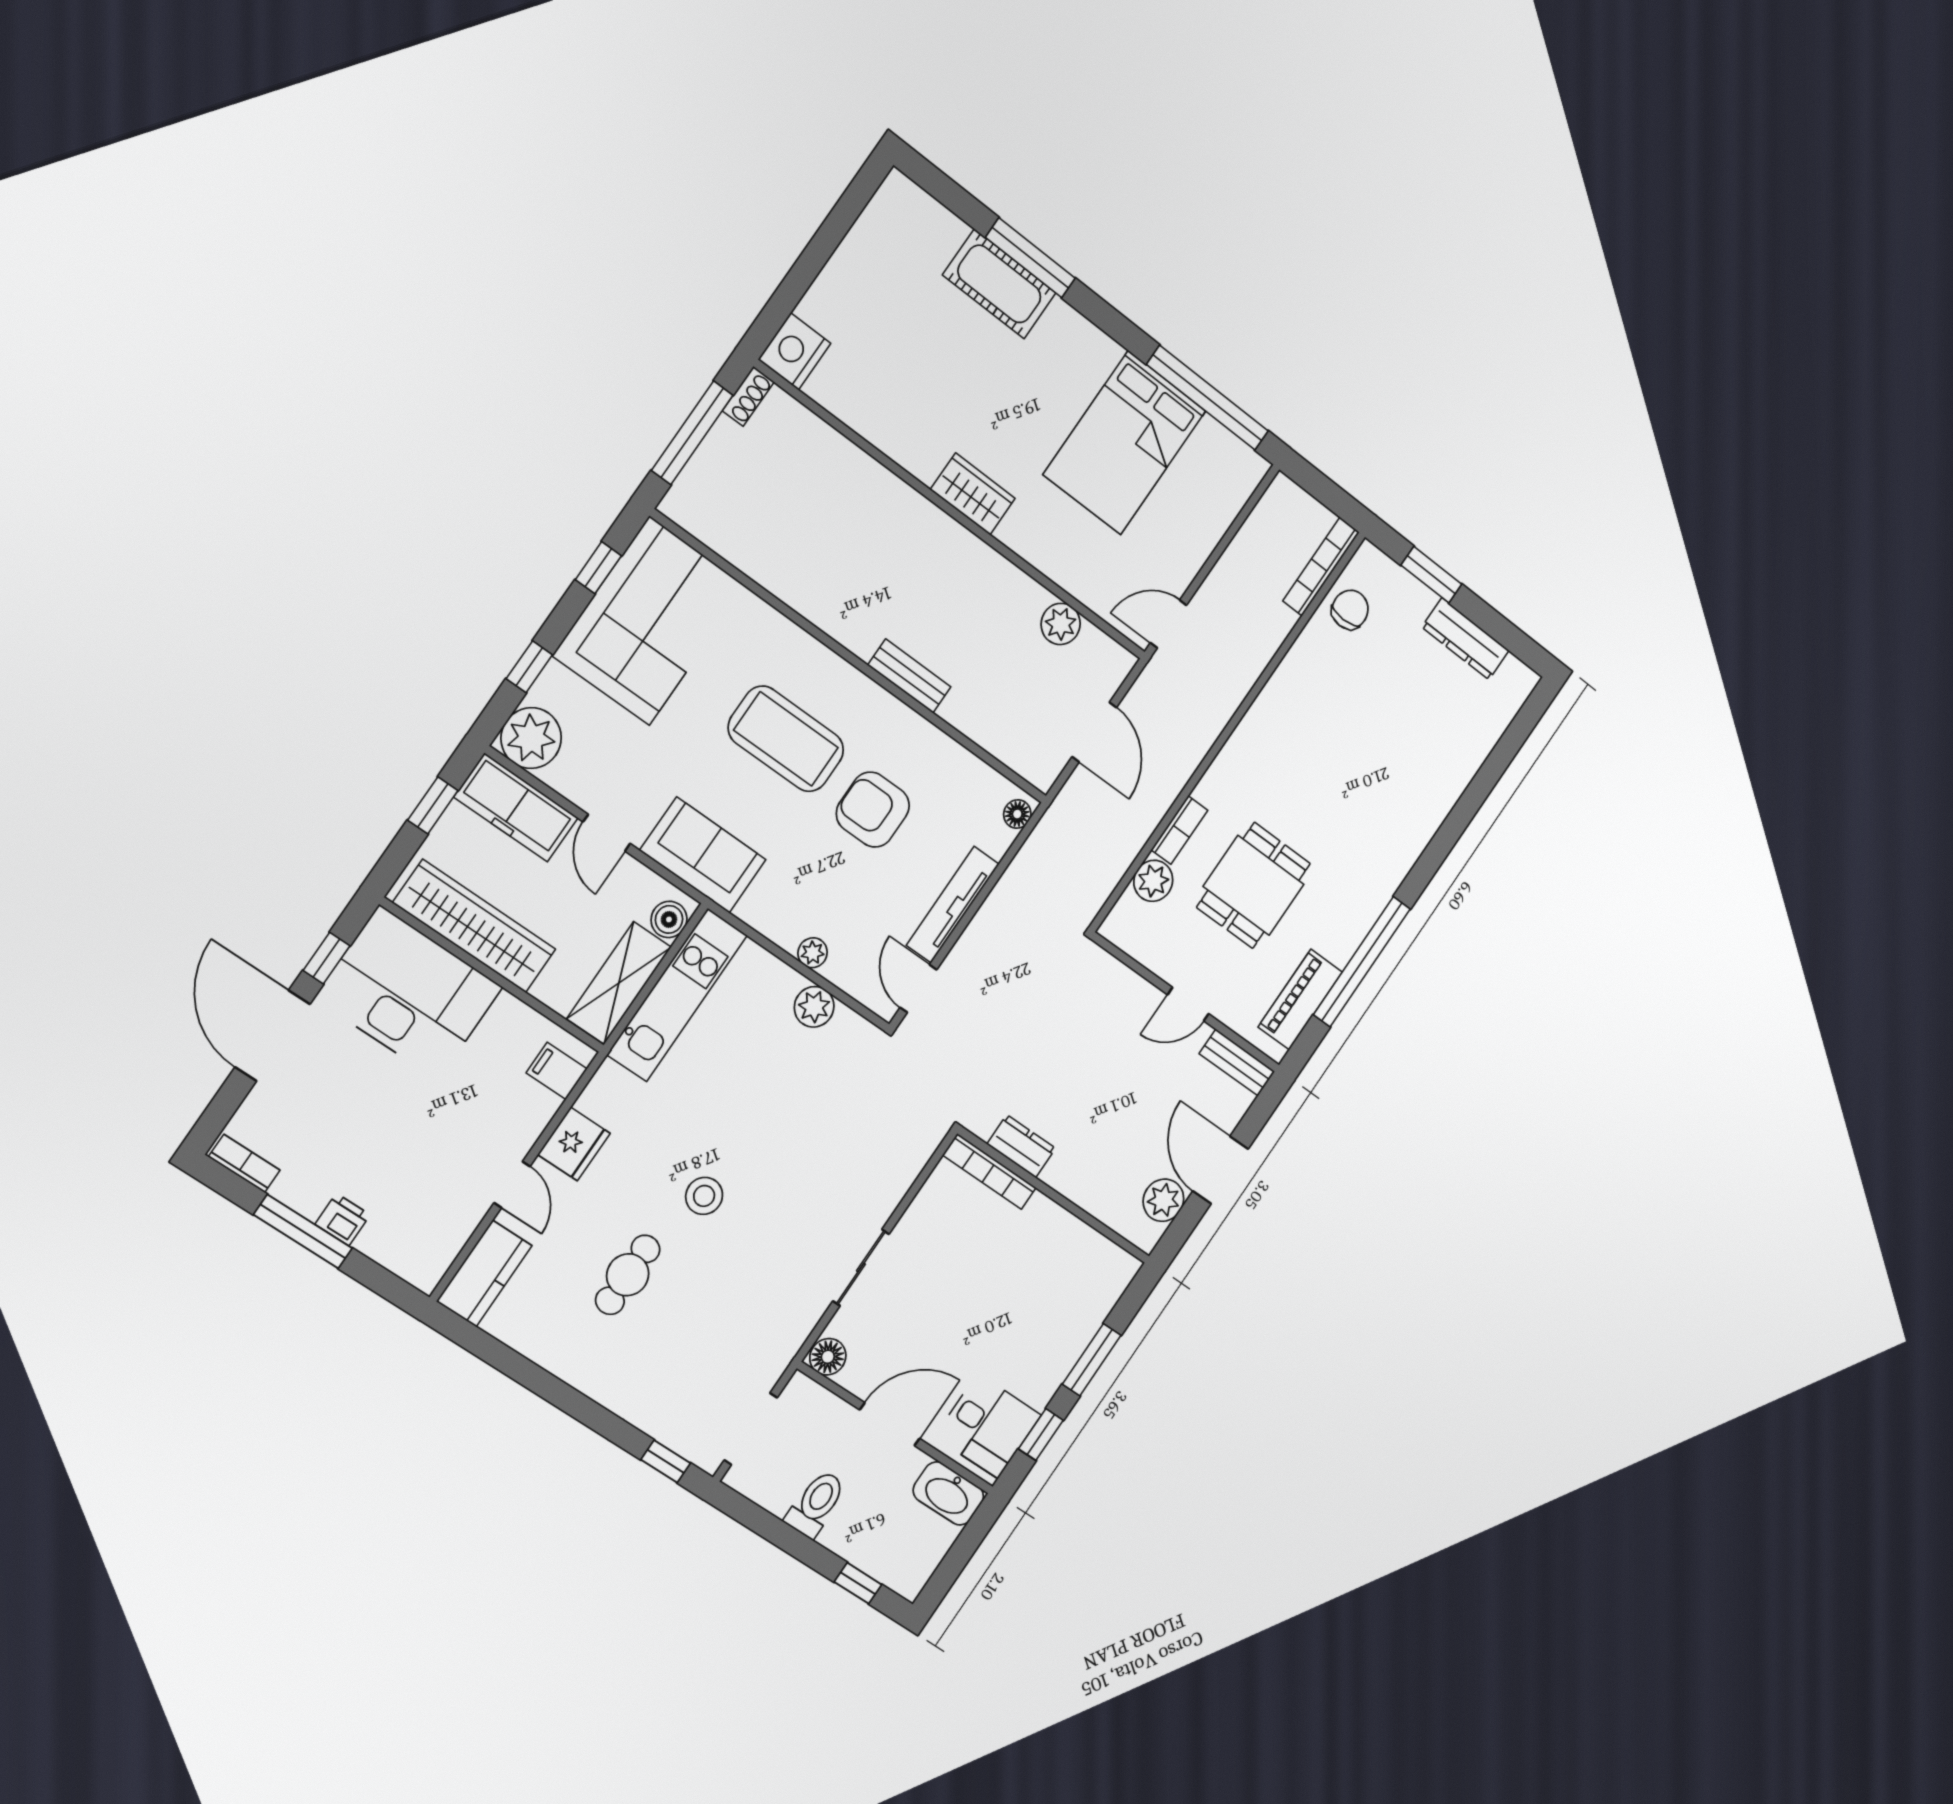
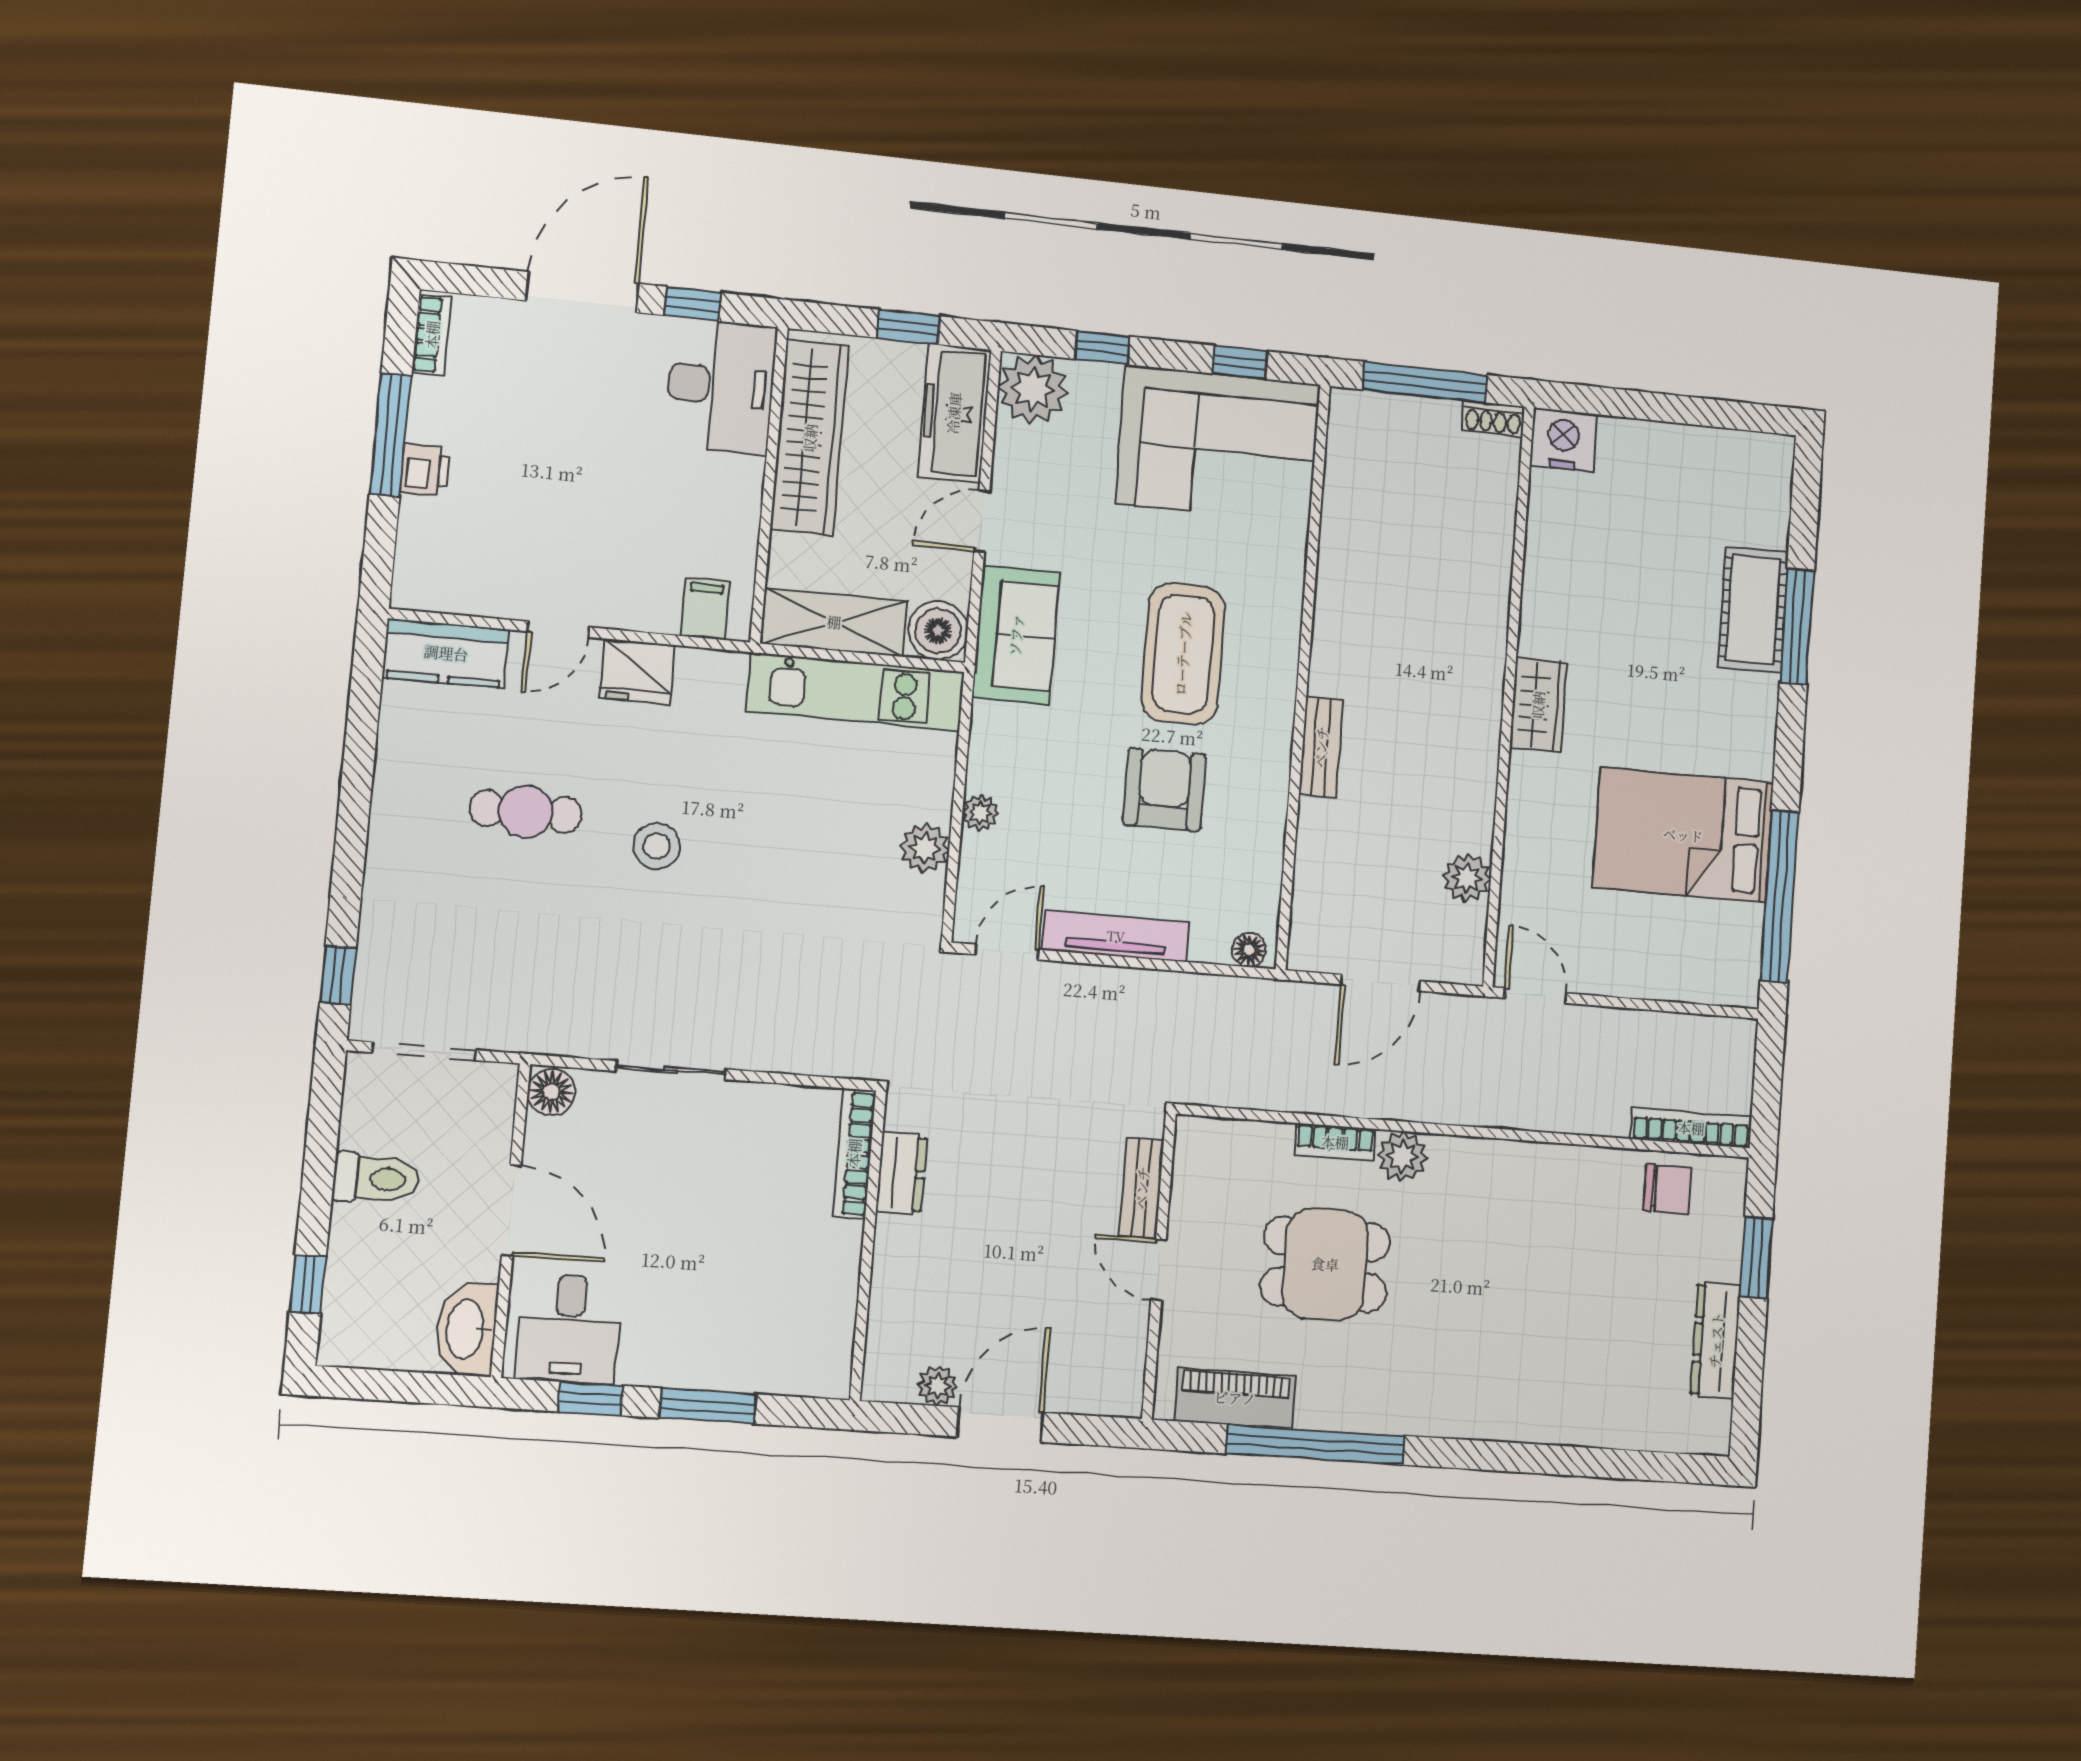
plant: (1153, 881) -> (1402, 1156), moved
boiler: (669, 919) -> (938, 631), width x1.36, depth x1.36
desk: (409, 993) -> (721, 386), width x0.73, depth x0.77
bench: (1237, 1062) -> (1142, 1188), moved
plant: (1163, 1200) -> (938, 1386), width x0.73, depth x0.73

